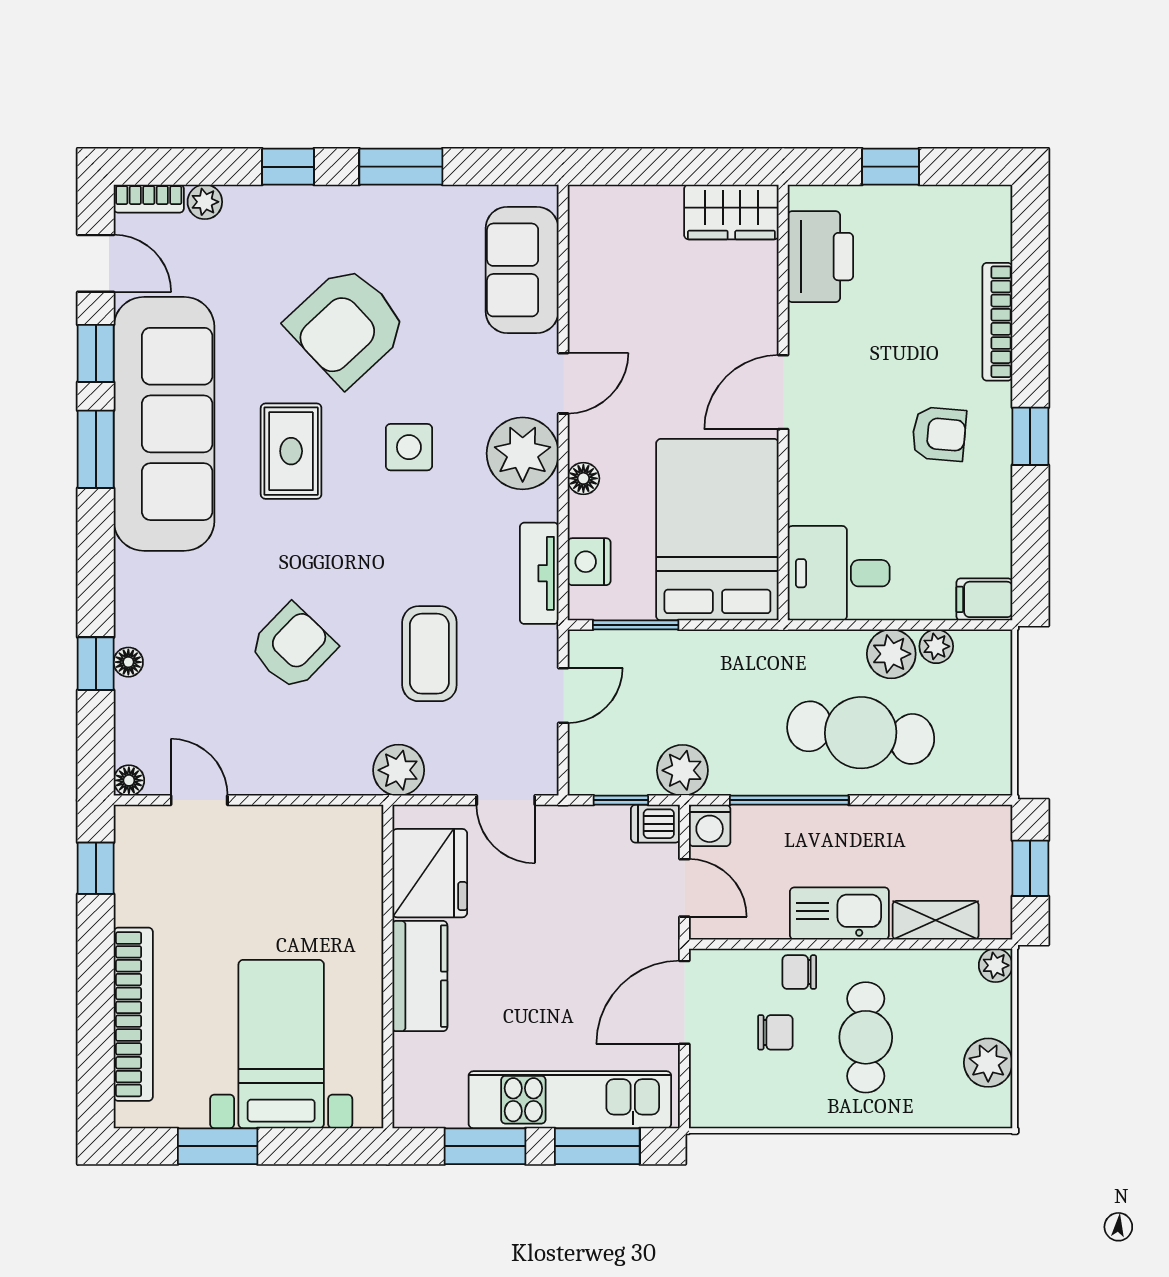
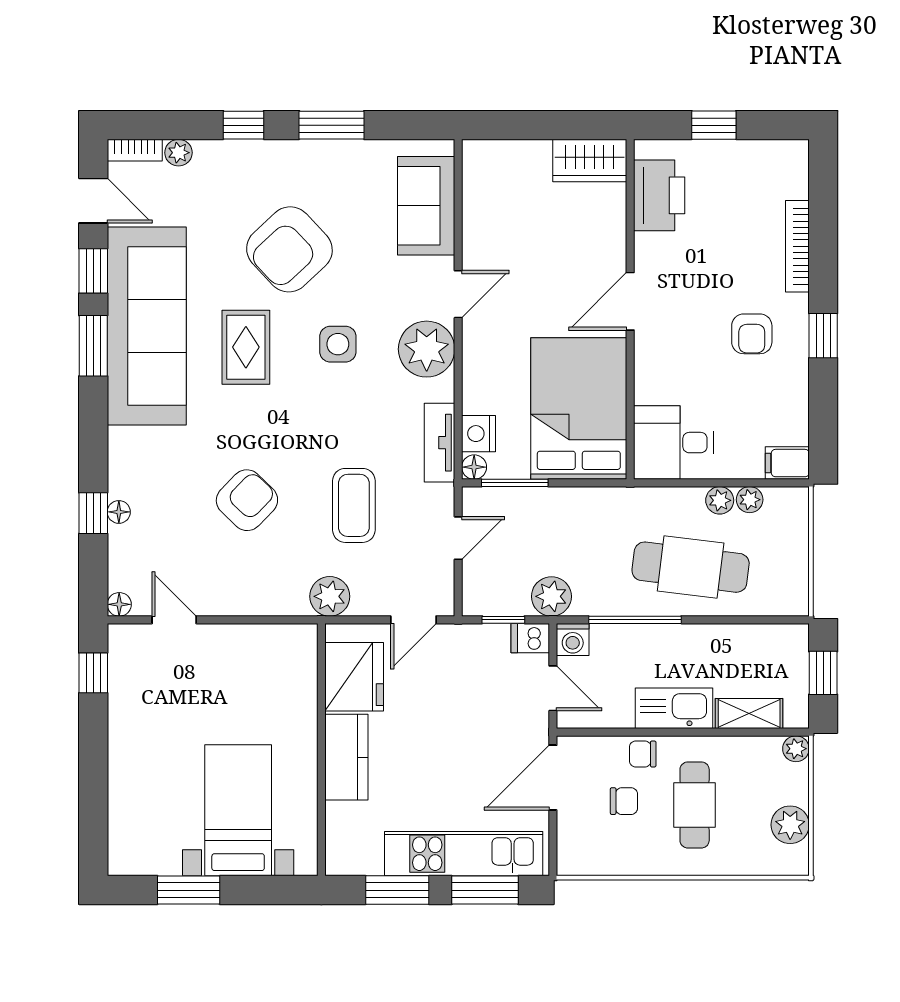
armchair: (939, 434) -> (752, 334), turned 85
floor lamp: (583, 478) -> (474, 467), moved
plant: (891, 654) -> (720, 500), width x0.73, depth x0.73
door: (506, 800) -> (413, 620), hinge flipped
bookcase: (133, 1014) -> (123, 787), removed

